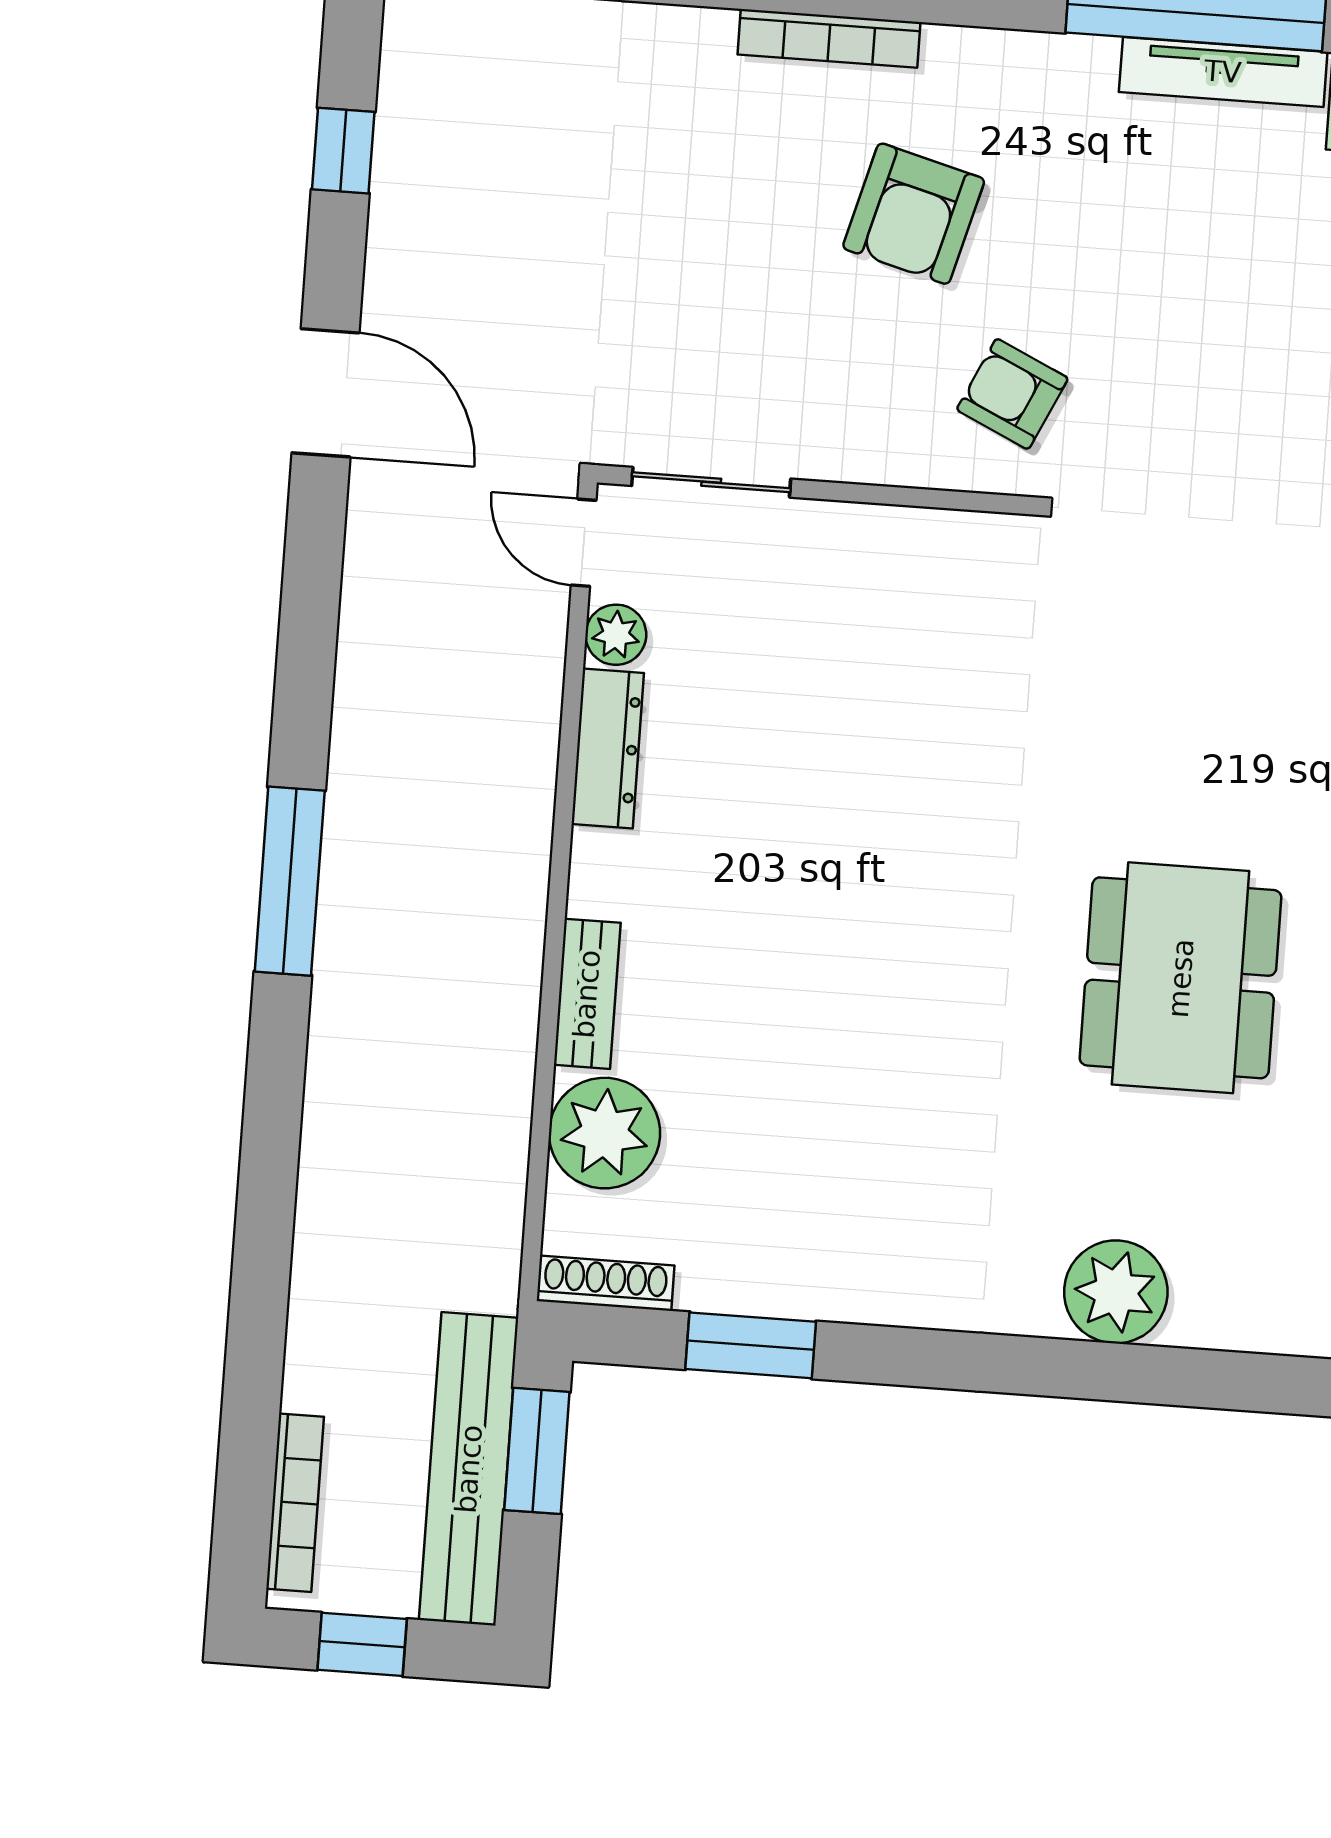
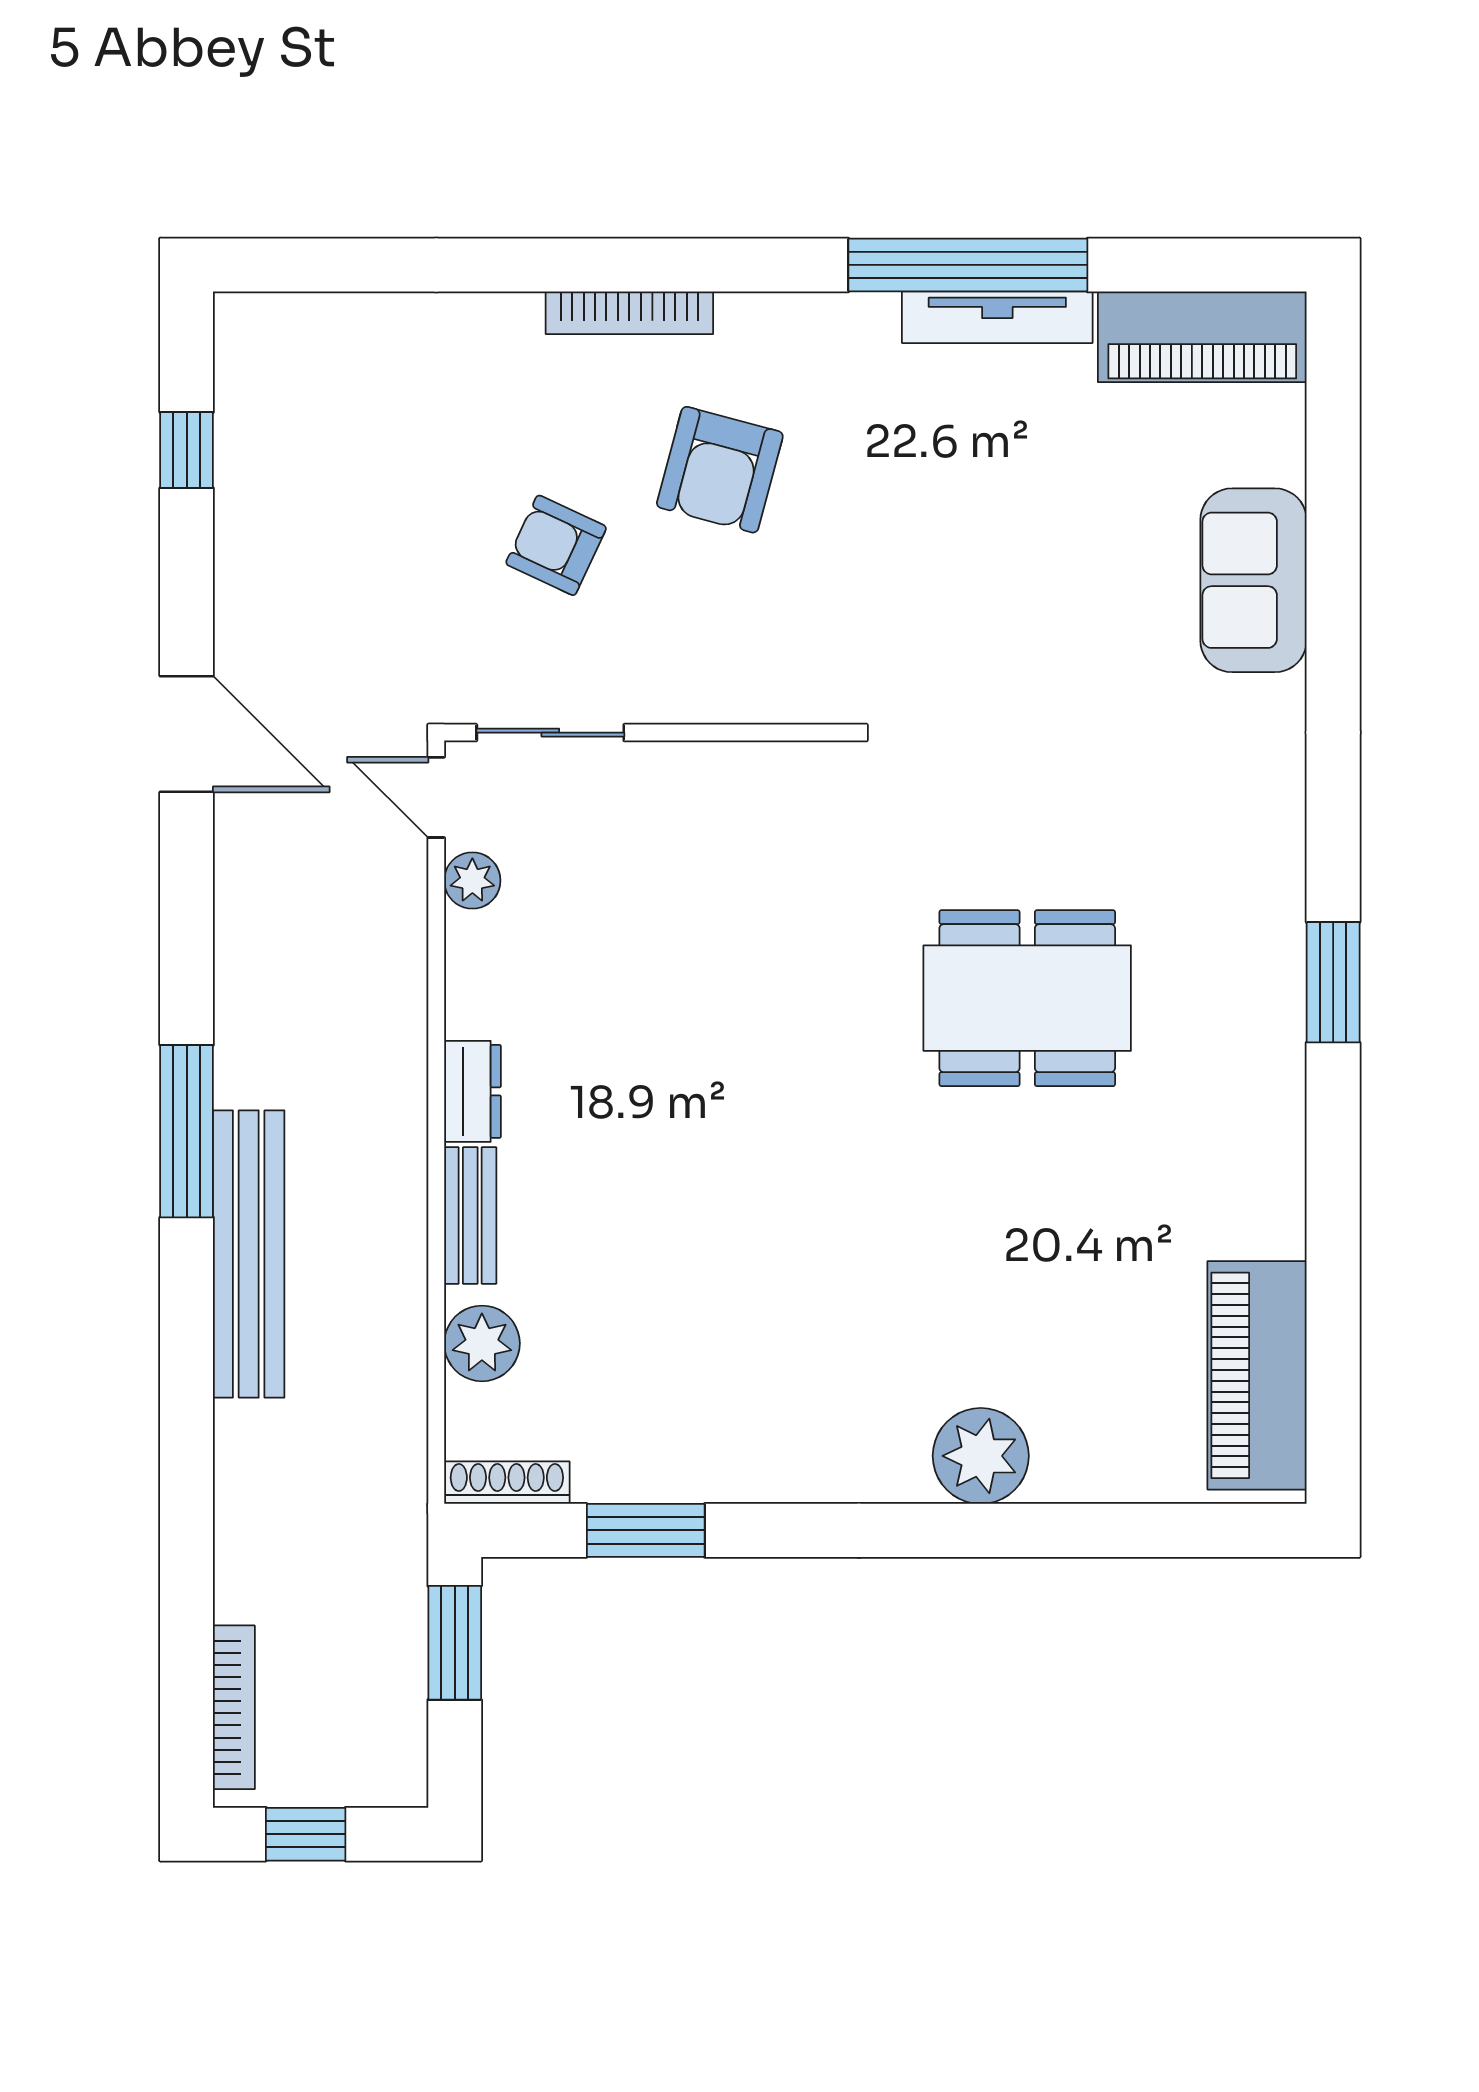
door: (326, 393) -> (187, 734), moved
armchair: (1012, 394) -> (556, 545), moved
dresser: (608, 748) -> (473, 1091), moved, width x0.70
dining table: (1181, 978) -> (1027, 998), moved, turned 90
plant: (605, 1133) -> (482, 1343), width x0.73, depth x0.73
bench: (469, 1469) -> (249, 1254), moved

